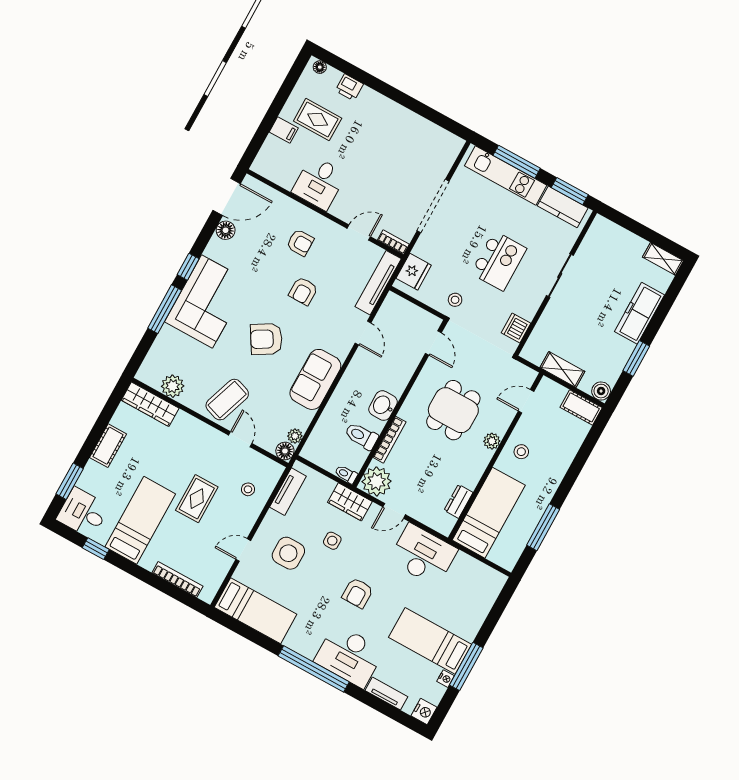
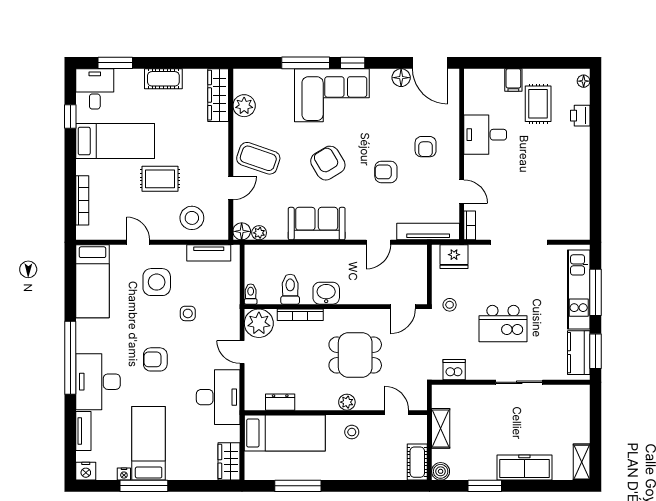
stool: (248, 489) -> (192, 218), width x1.89, depth x1.89
wardrobe: (350, 502) -> (229, 461), moved

